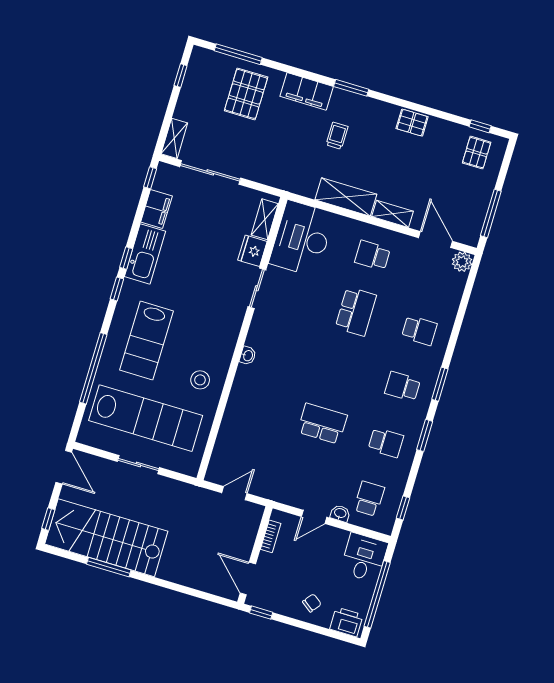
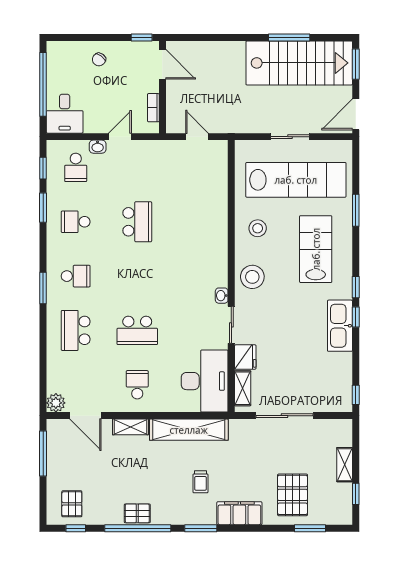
window: (238, 54) -> (310, 528), width x0.69
window: (416, 107) -> (138, 528), added
shelving: (174, 138) -> (345, 465), moved
sliding door: (210, 172) -> (285, 416), moved
shelving: (346, 197) -> (189, 430), width x1.47
filing cabinet: (156, 209) -> (342, 369), removed
school desk: (372, 255) -> (137, 385), turned -90
school desk: (356, 311) -> (137, 330), turned -90
school desk: (419, 330) -> (76, 330), width x1.85
stool: (221, 331) -> (252, 277), added
washbasin: (248, 356) -> (222, 296), moved
window: (93, 368) -> (356, 210), width x0.47
lab bench: (146, 418) -> (296, 180), turned 180
school desk: (322, 424) -> (137, 222), turned -90
window: (425, 435) -> (43, 208), moved
door: (64, 467) -> (356, 114), hinge flipped
door: (234, 493) -> (197, 137), swing flipped
window: (48, 519) -> (356, 64), width x1.50
printer: (346, 622) -> (63, 52), removed

